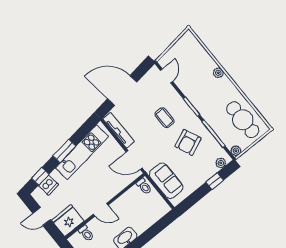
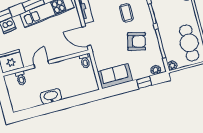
armchair: (188, 142) -> (136, 41), turned -143
sofa: (166, 181) -> (115, 76), moved, turned -90
door: (101, 210) -> (41, 64), swing flipped

